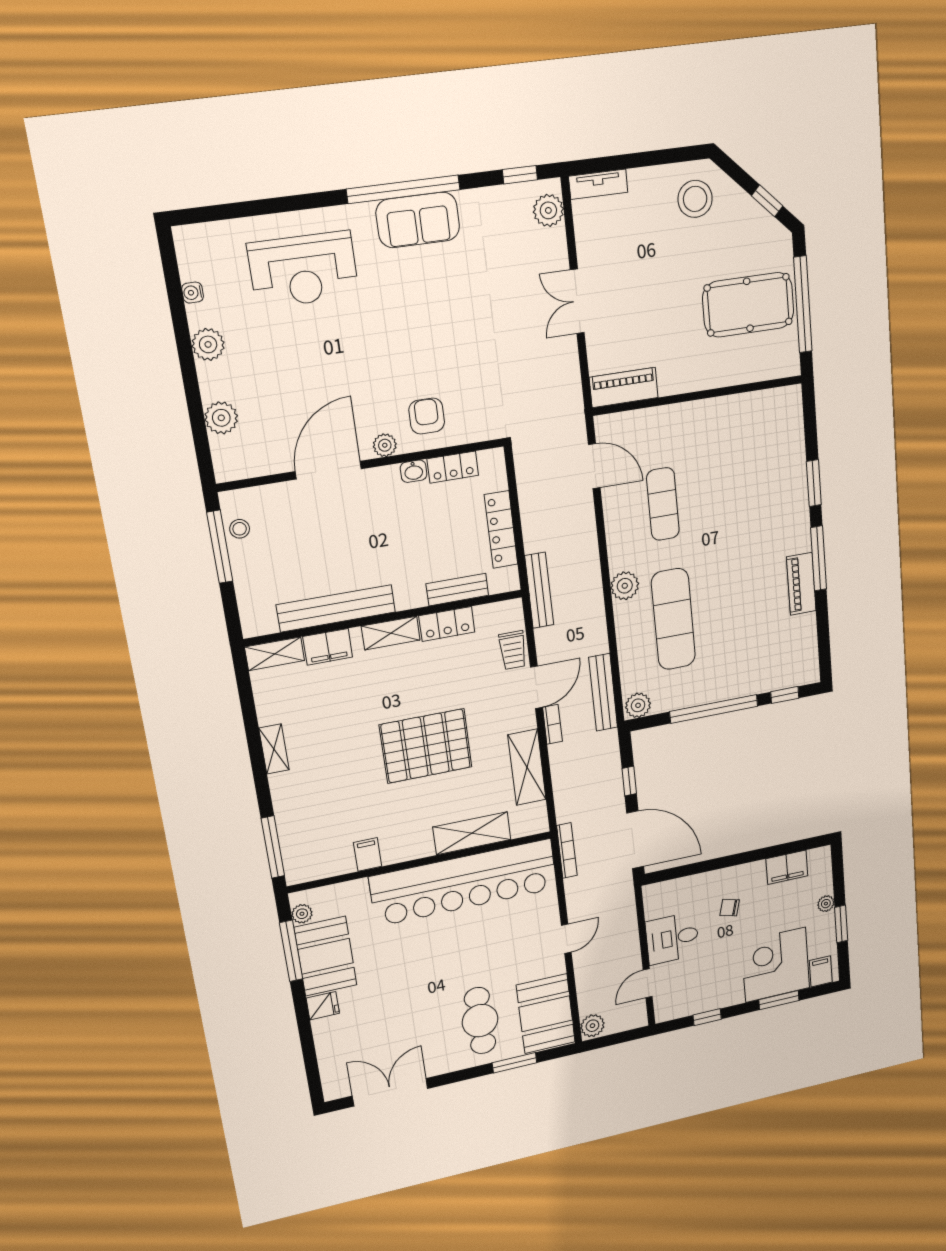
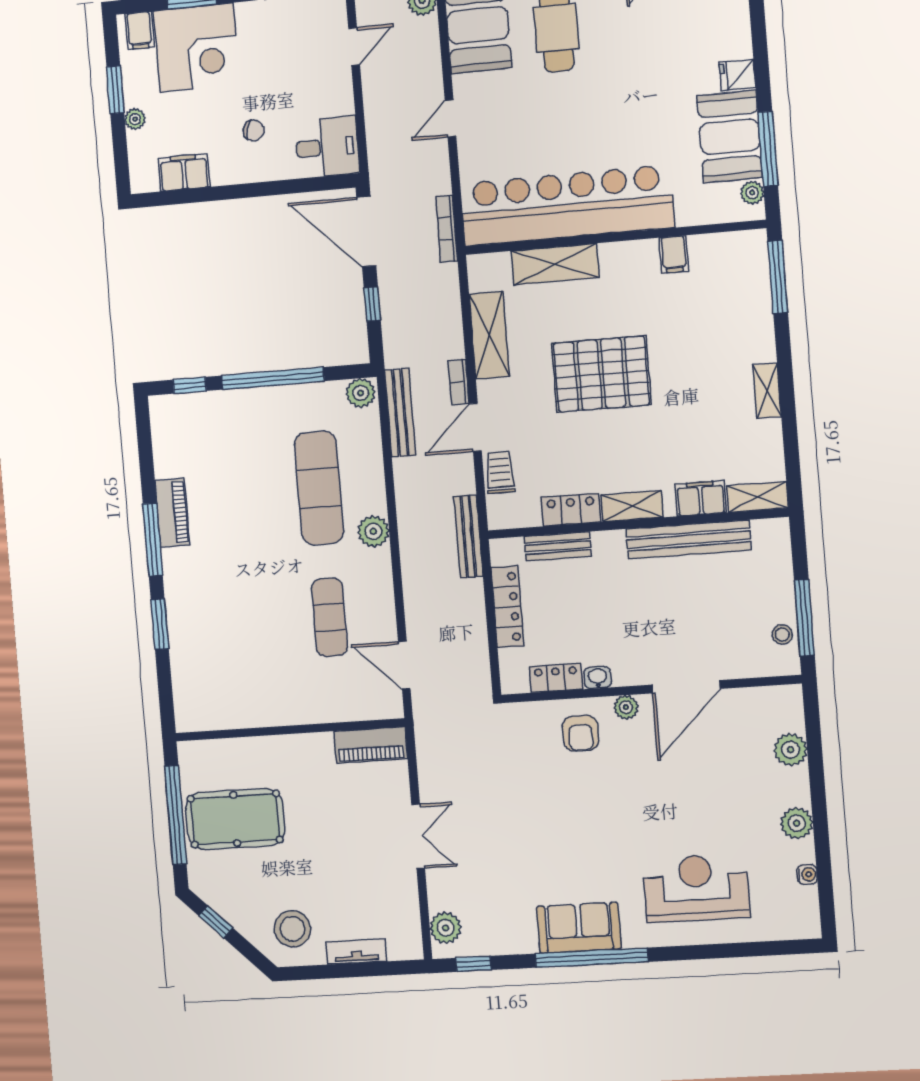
tv unit: (598, 184) -> (356, 952), moved
desk: (672, 938) -> (327, 147), moved

